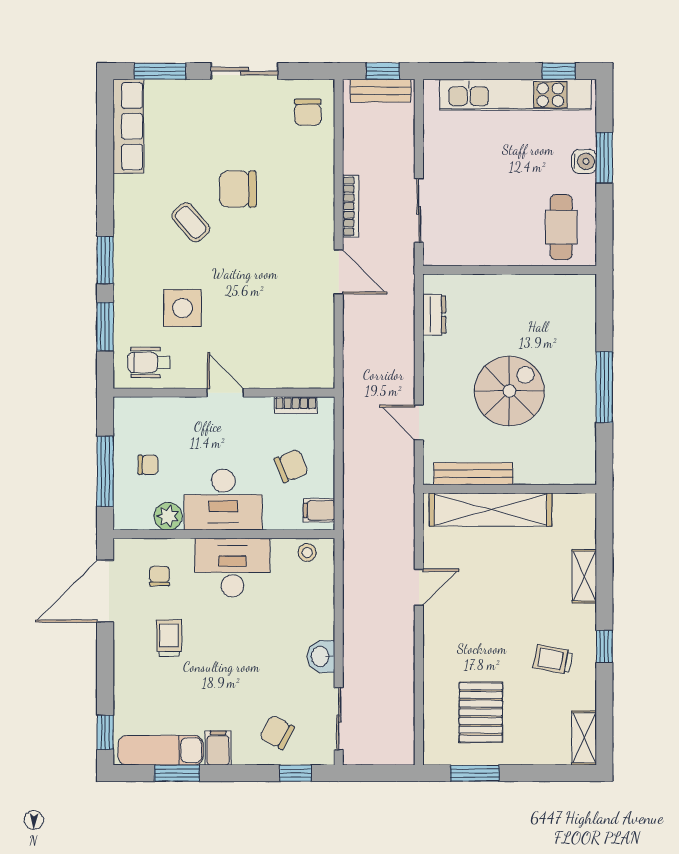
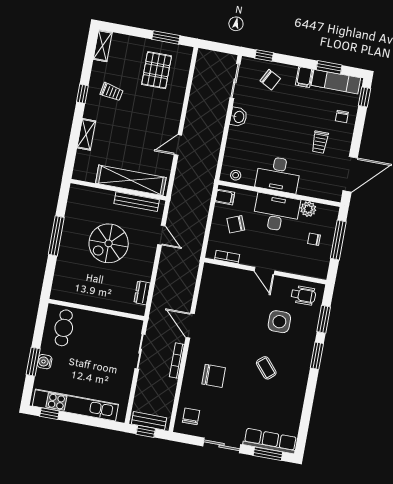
row of seats: (128, 126) -> (270, 441), moved, turned 90
chair: (238, 189) -> (214, 376), moved
chair: (159, 576) -> (342, 117), moved

